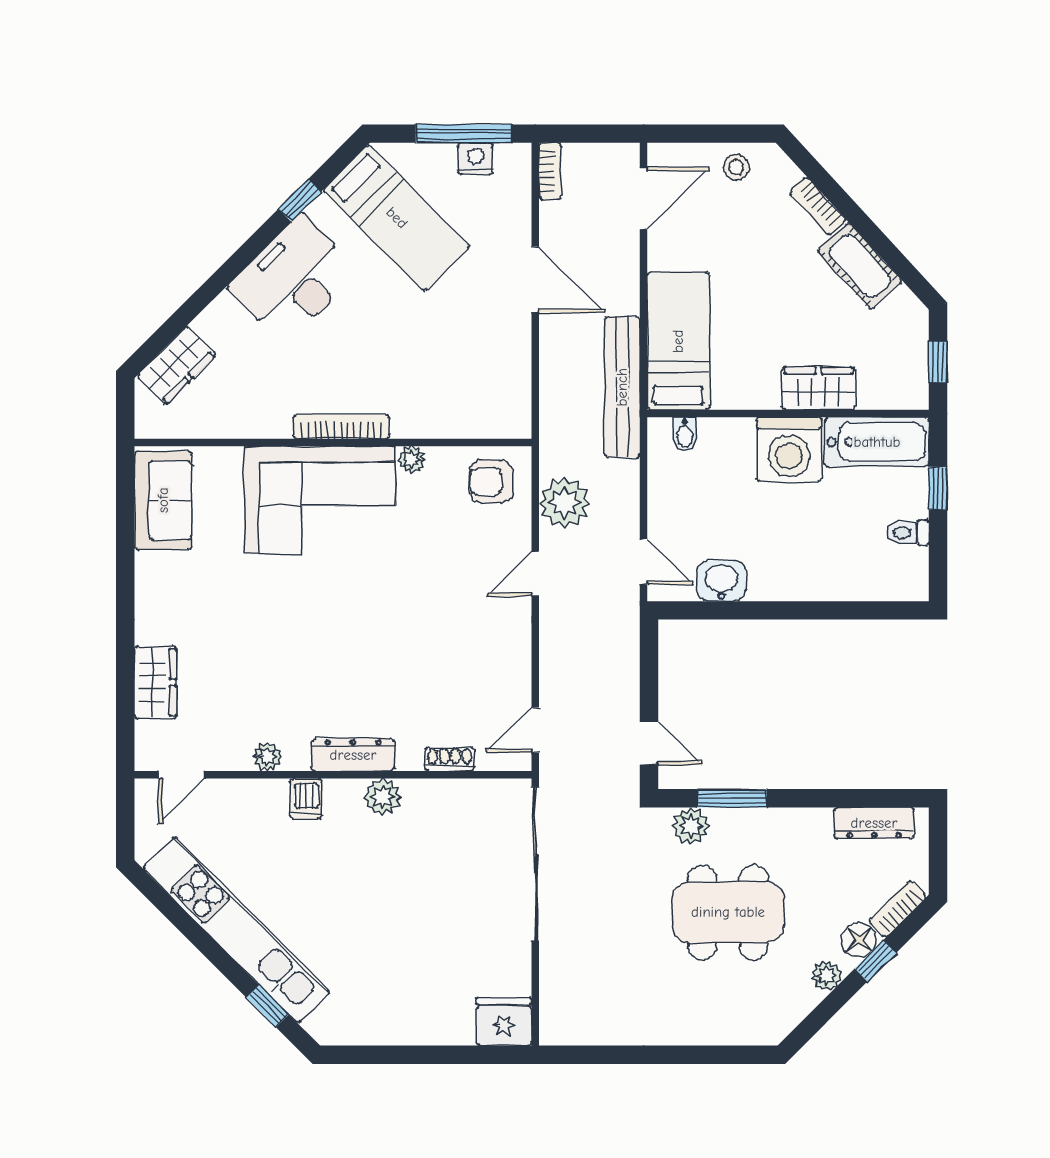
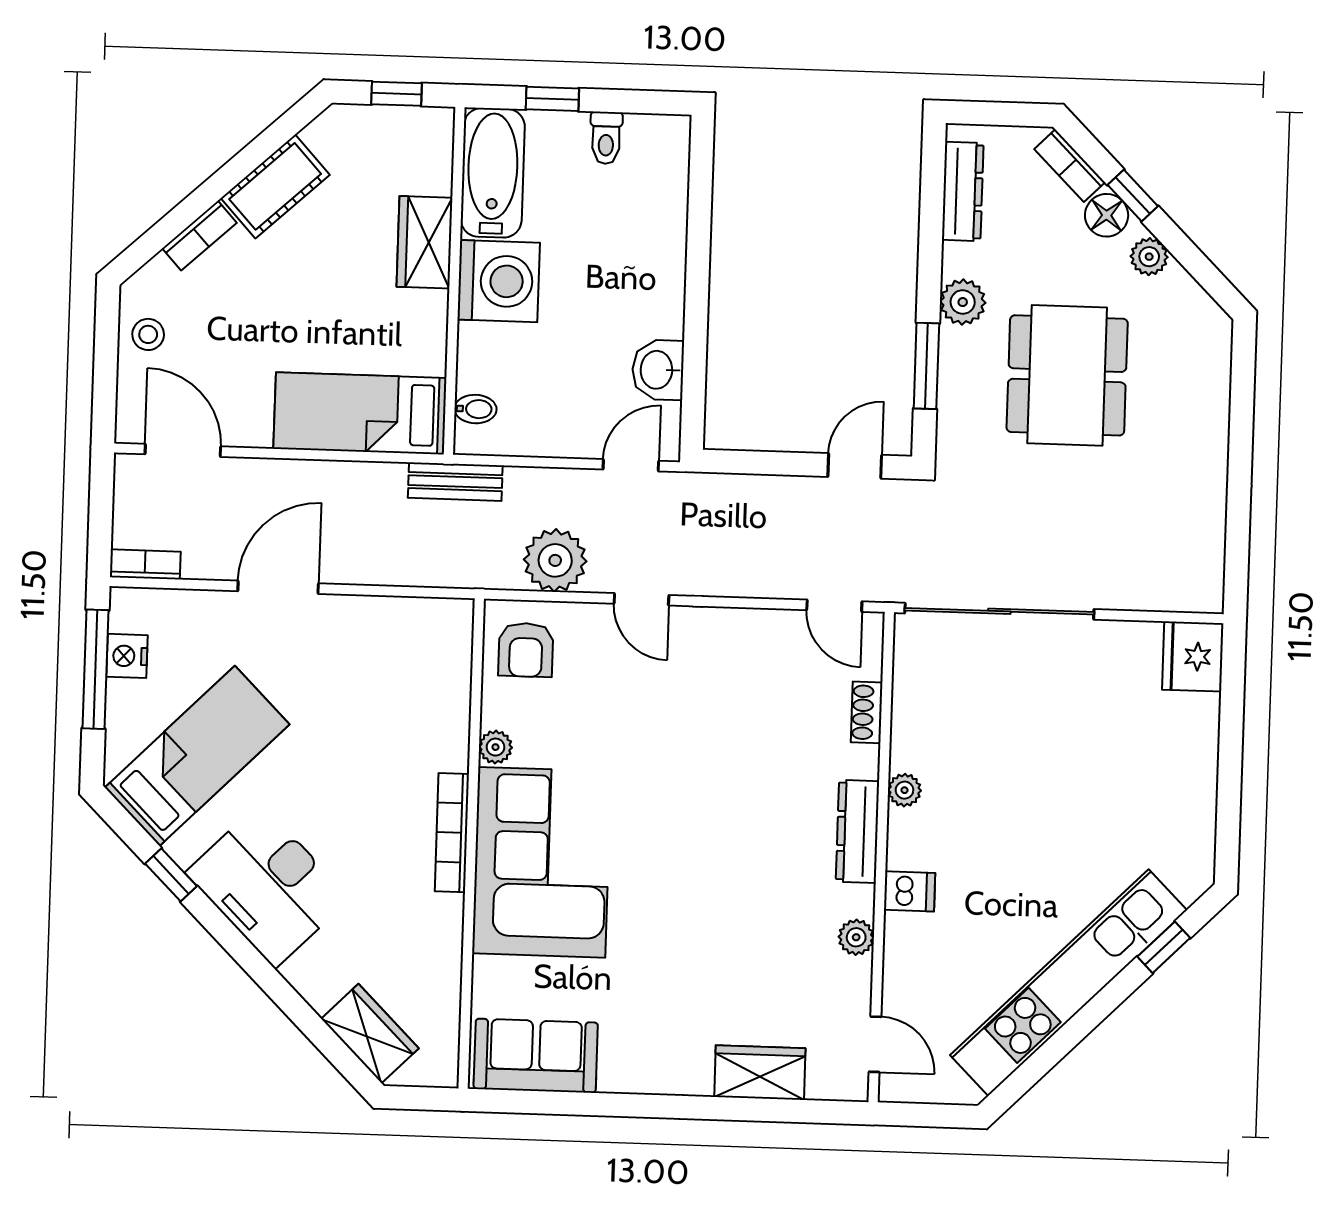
bench: (622, 387) -> (455, 482), width x0.54, depth x0.82
plant: (383, 797) -> (904, 790), width x0.73, depth x0.73
plant: (691, 826) -> (963, 302), moved

